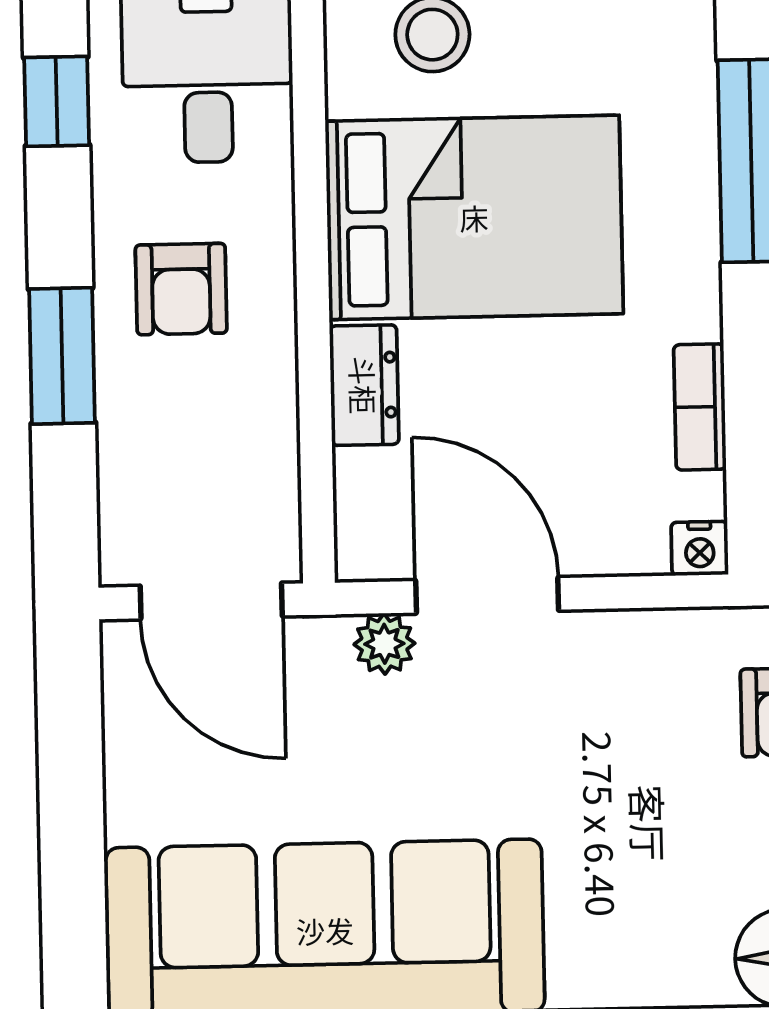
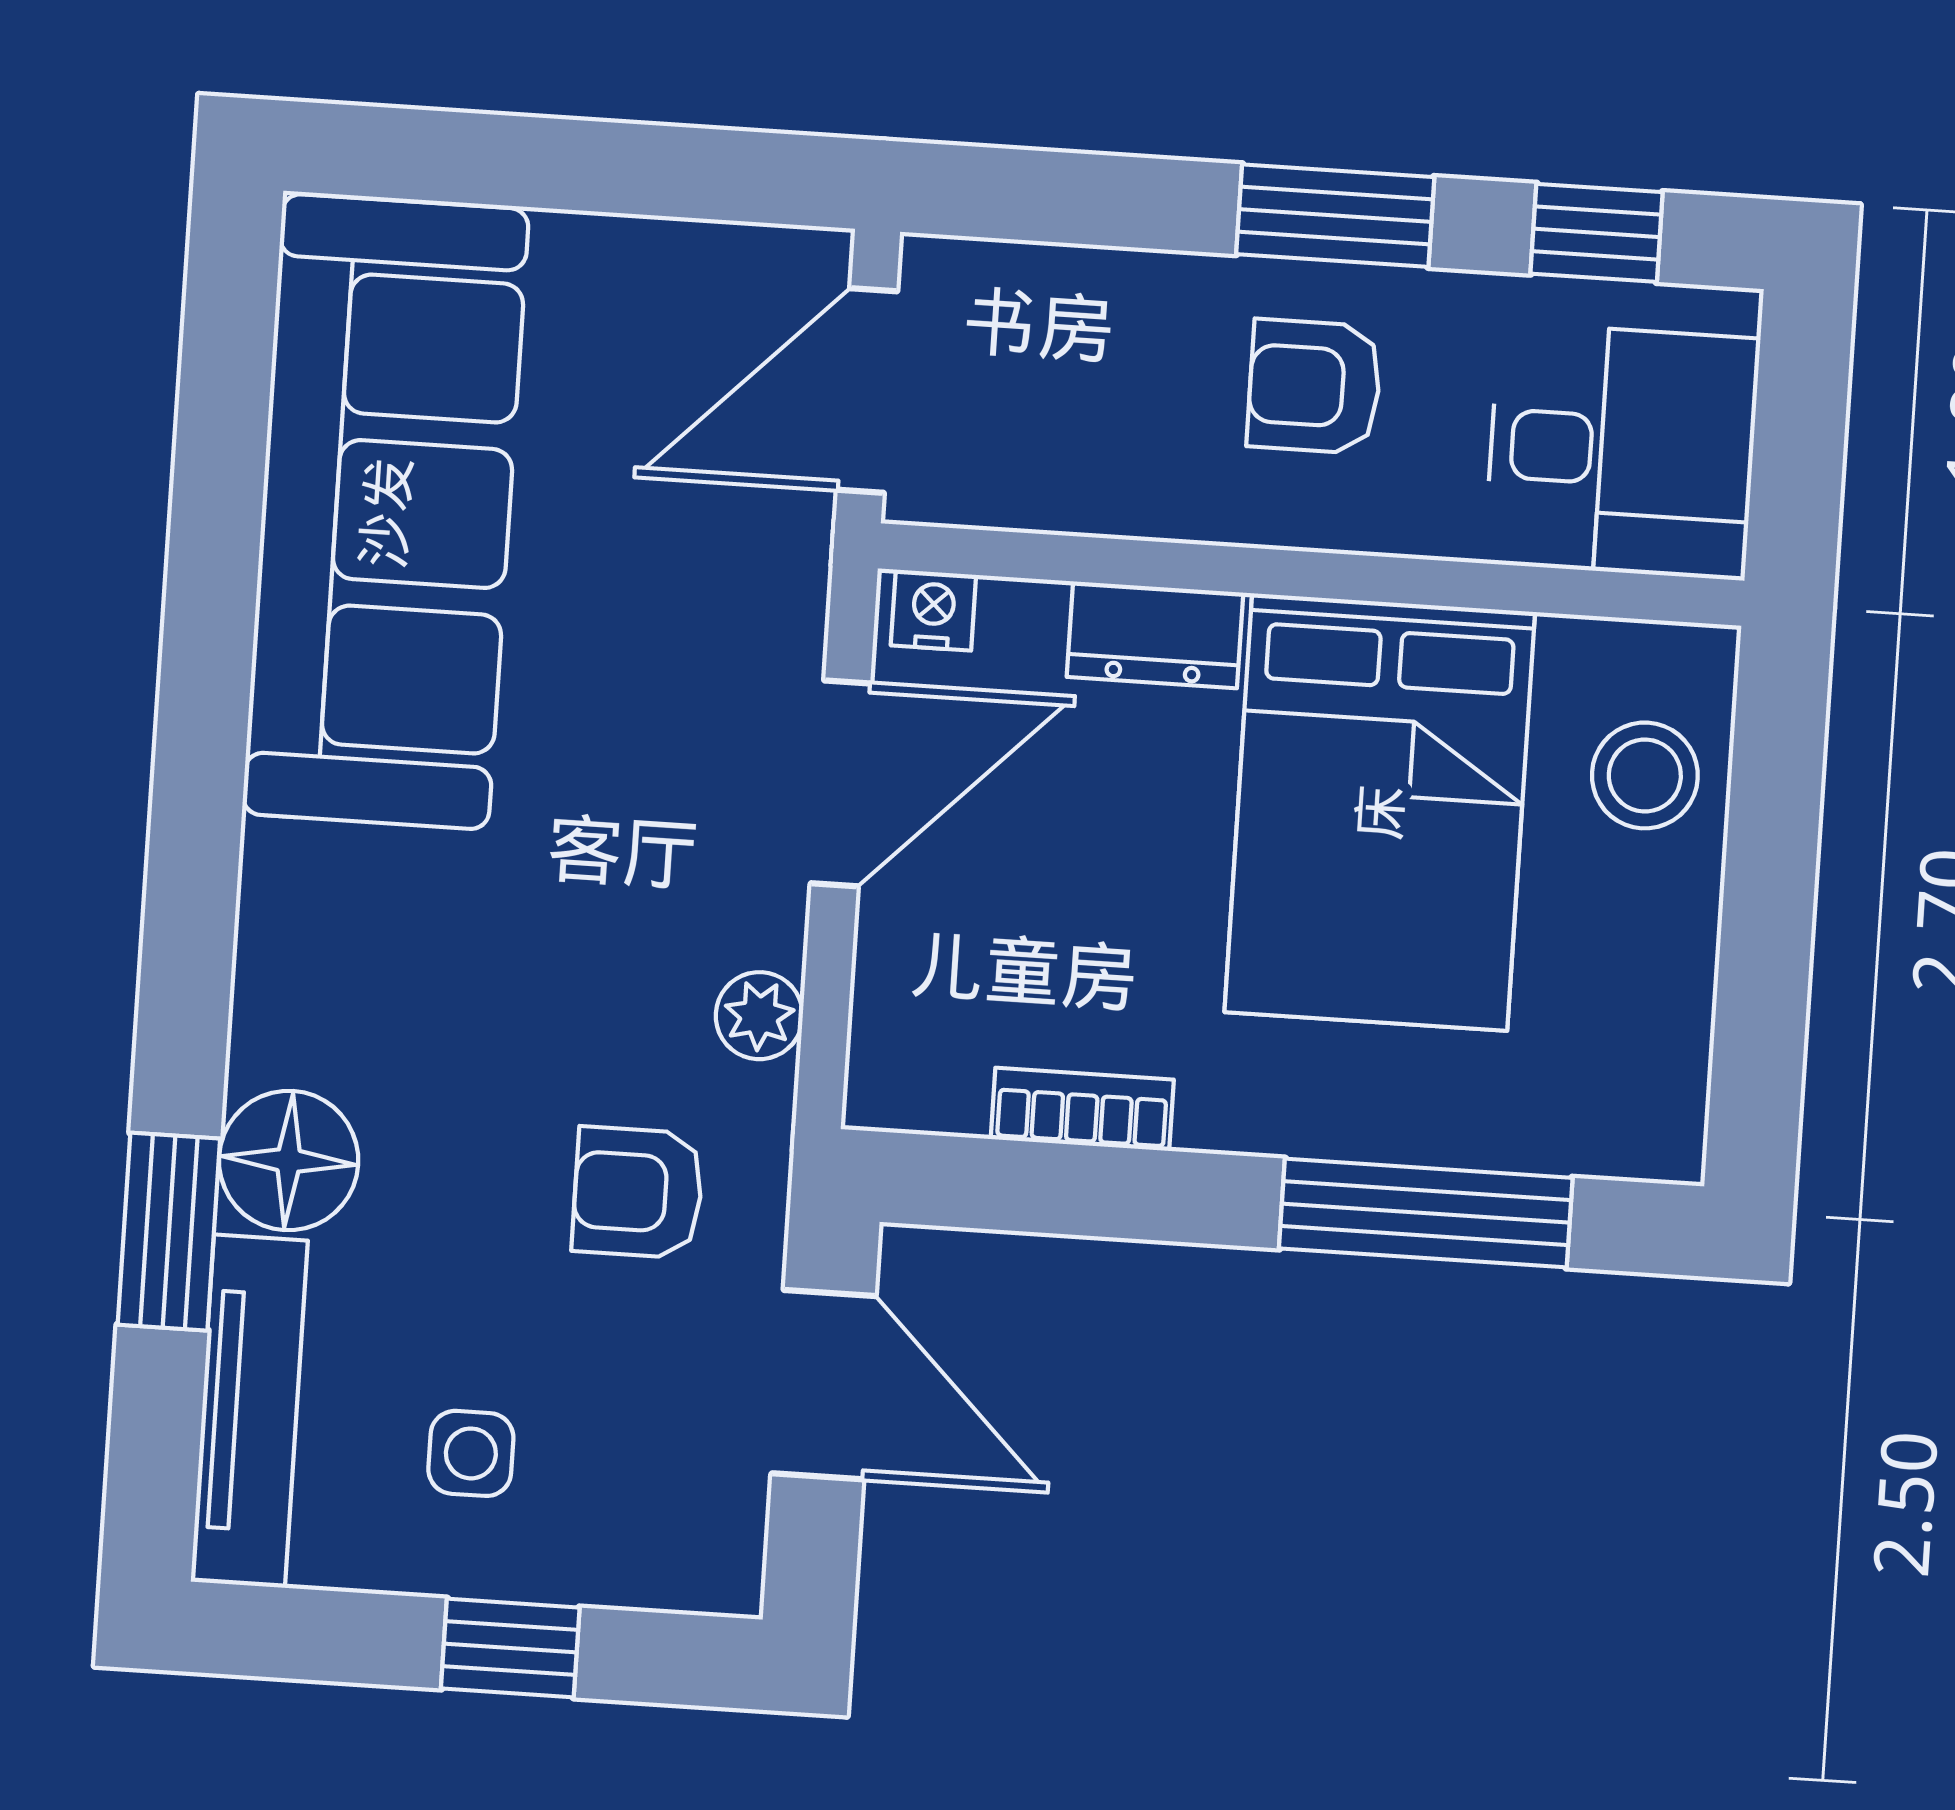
window: (62, 356) -> (1335, 216), moved
nightstand: (700, 548) -> (933, 610), moved, turned 90
plant: (384, 644) -> (759, 1016), moved

